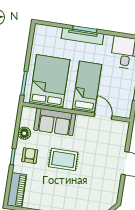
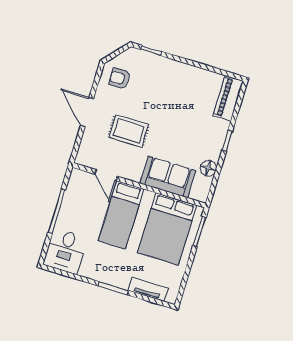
tv unit: (82, 36) -> (148, 289), moved, width x0.71
armchair: (30, 156) -> (120, 79), moved, turned 90
rug: (63, 159) -> (129, 131), moved

